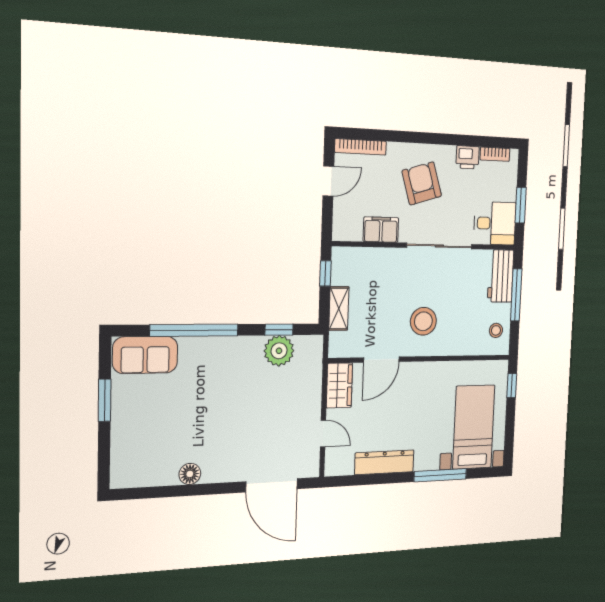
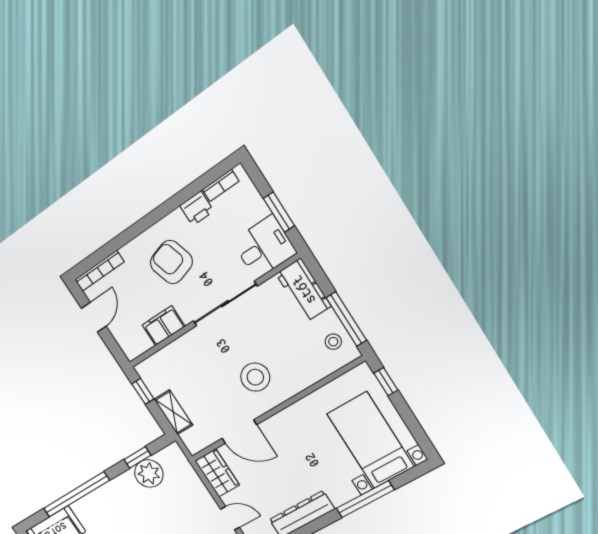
window: (516, 295) -> (346, 319), moved
door: (381, 360) -> (239, 432), hinge flipped

